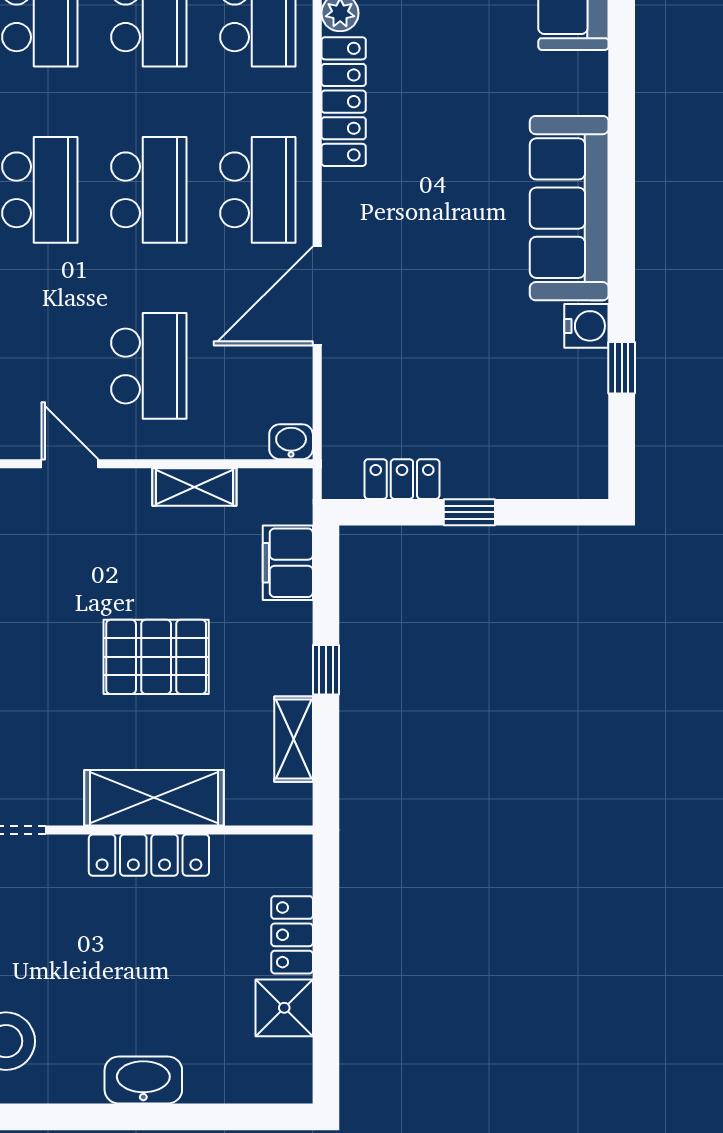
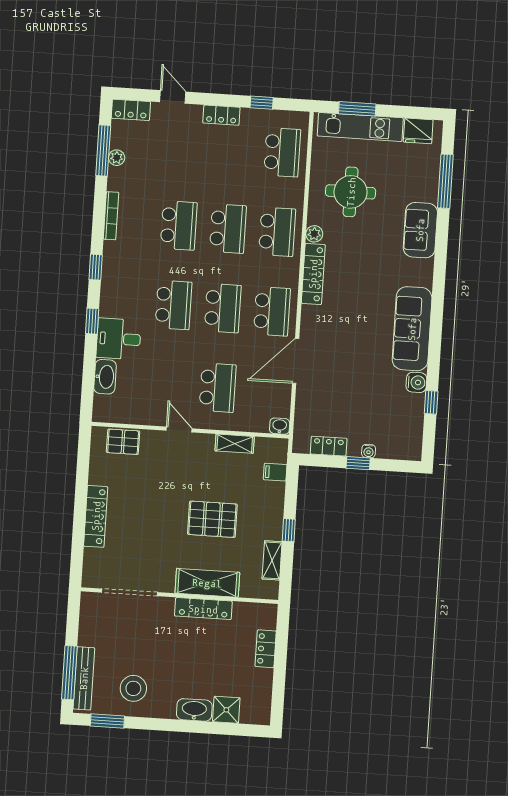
water cooler: (491, 484) -> (369, 451), added
filing cabinet: (288, 563) -> (275, 472), width x0.50
shower: (284, 1008) -> (226, 710), moved

